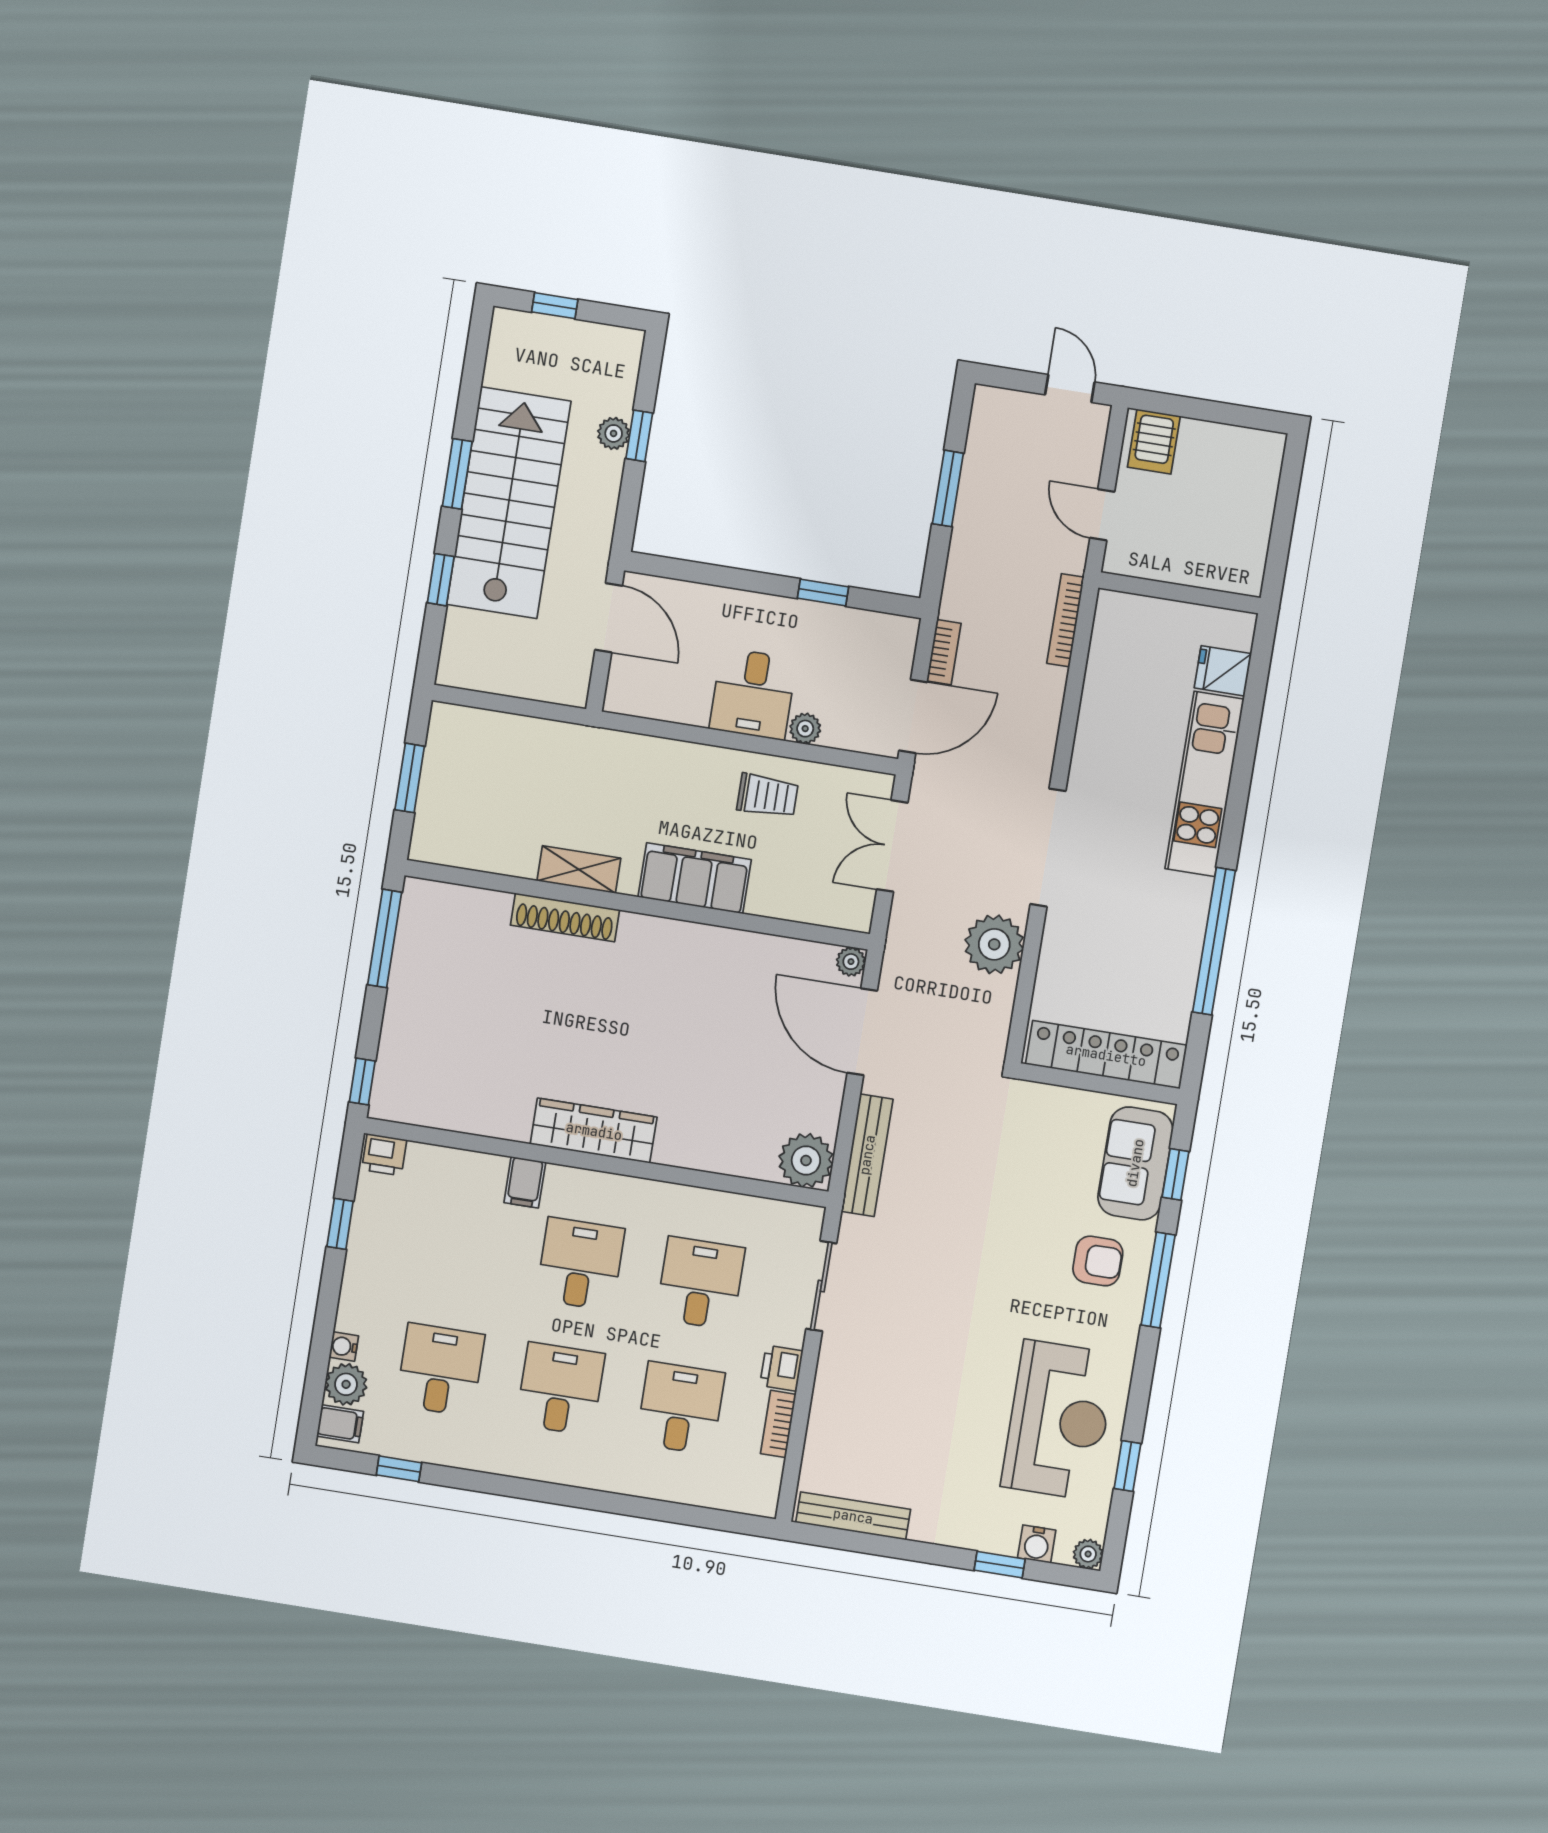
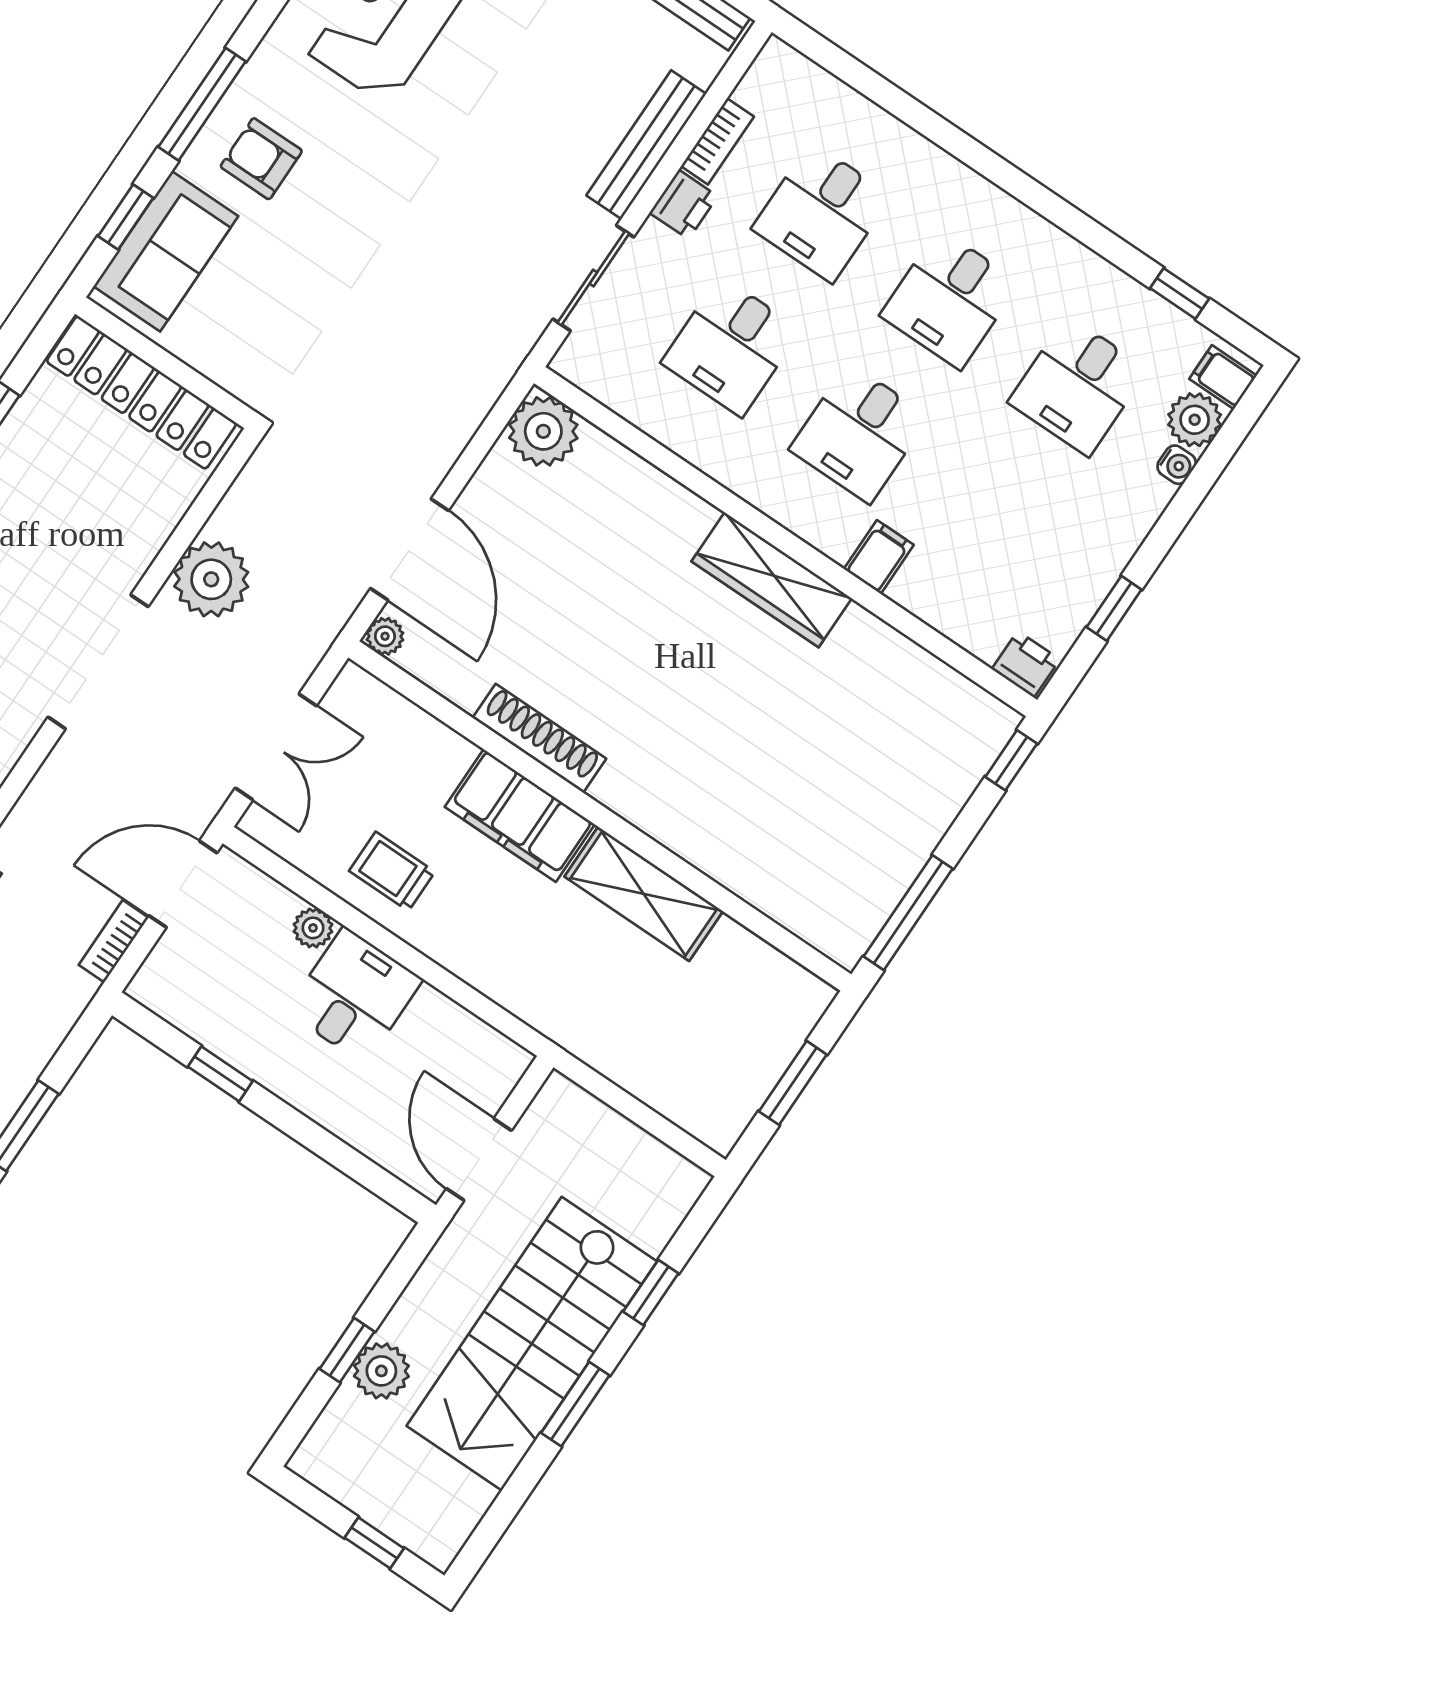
plant: (614, 433) -> (381, 1371), width x1.38, depth x1.38
shelving: (579, 870) -> (644, 894), width x1.50, depth x1.33
shoe rack: (565, 917) -> (539, 738), moved
bench: (867, 1155) -> (646, 145), moved

